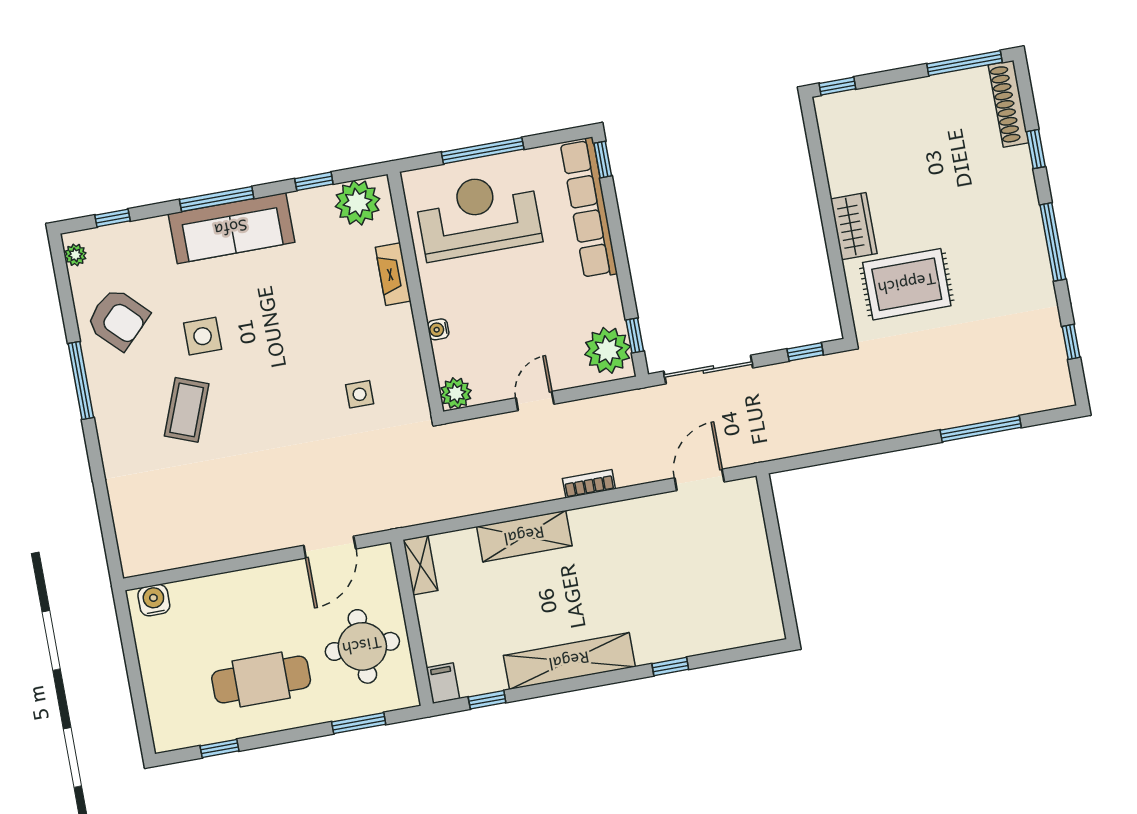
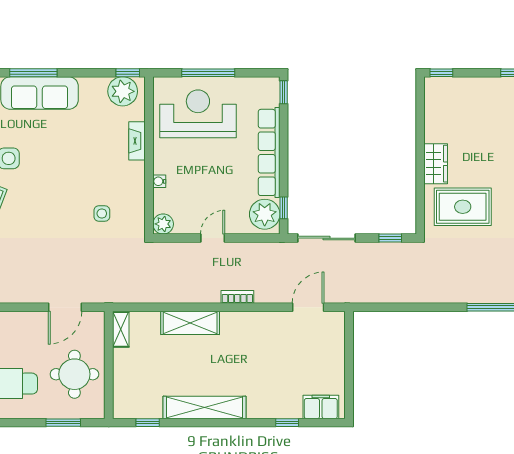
window: (314, 181) -> (128, 73), moved
row of seats: (589, 208) -> (269, 152), moved
window: (670, 666) -> (287, 423), moved
filing cabinet: (443, 683) -> (321, 407), moved, width x2.00

